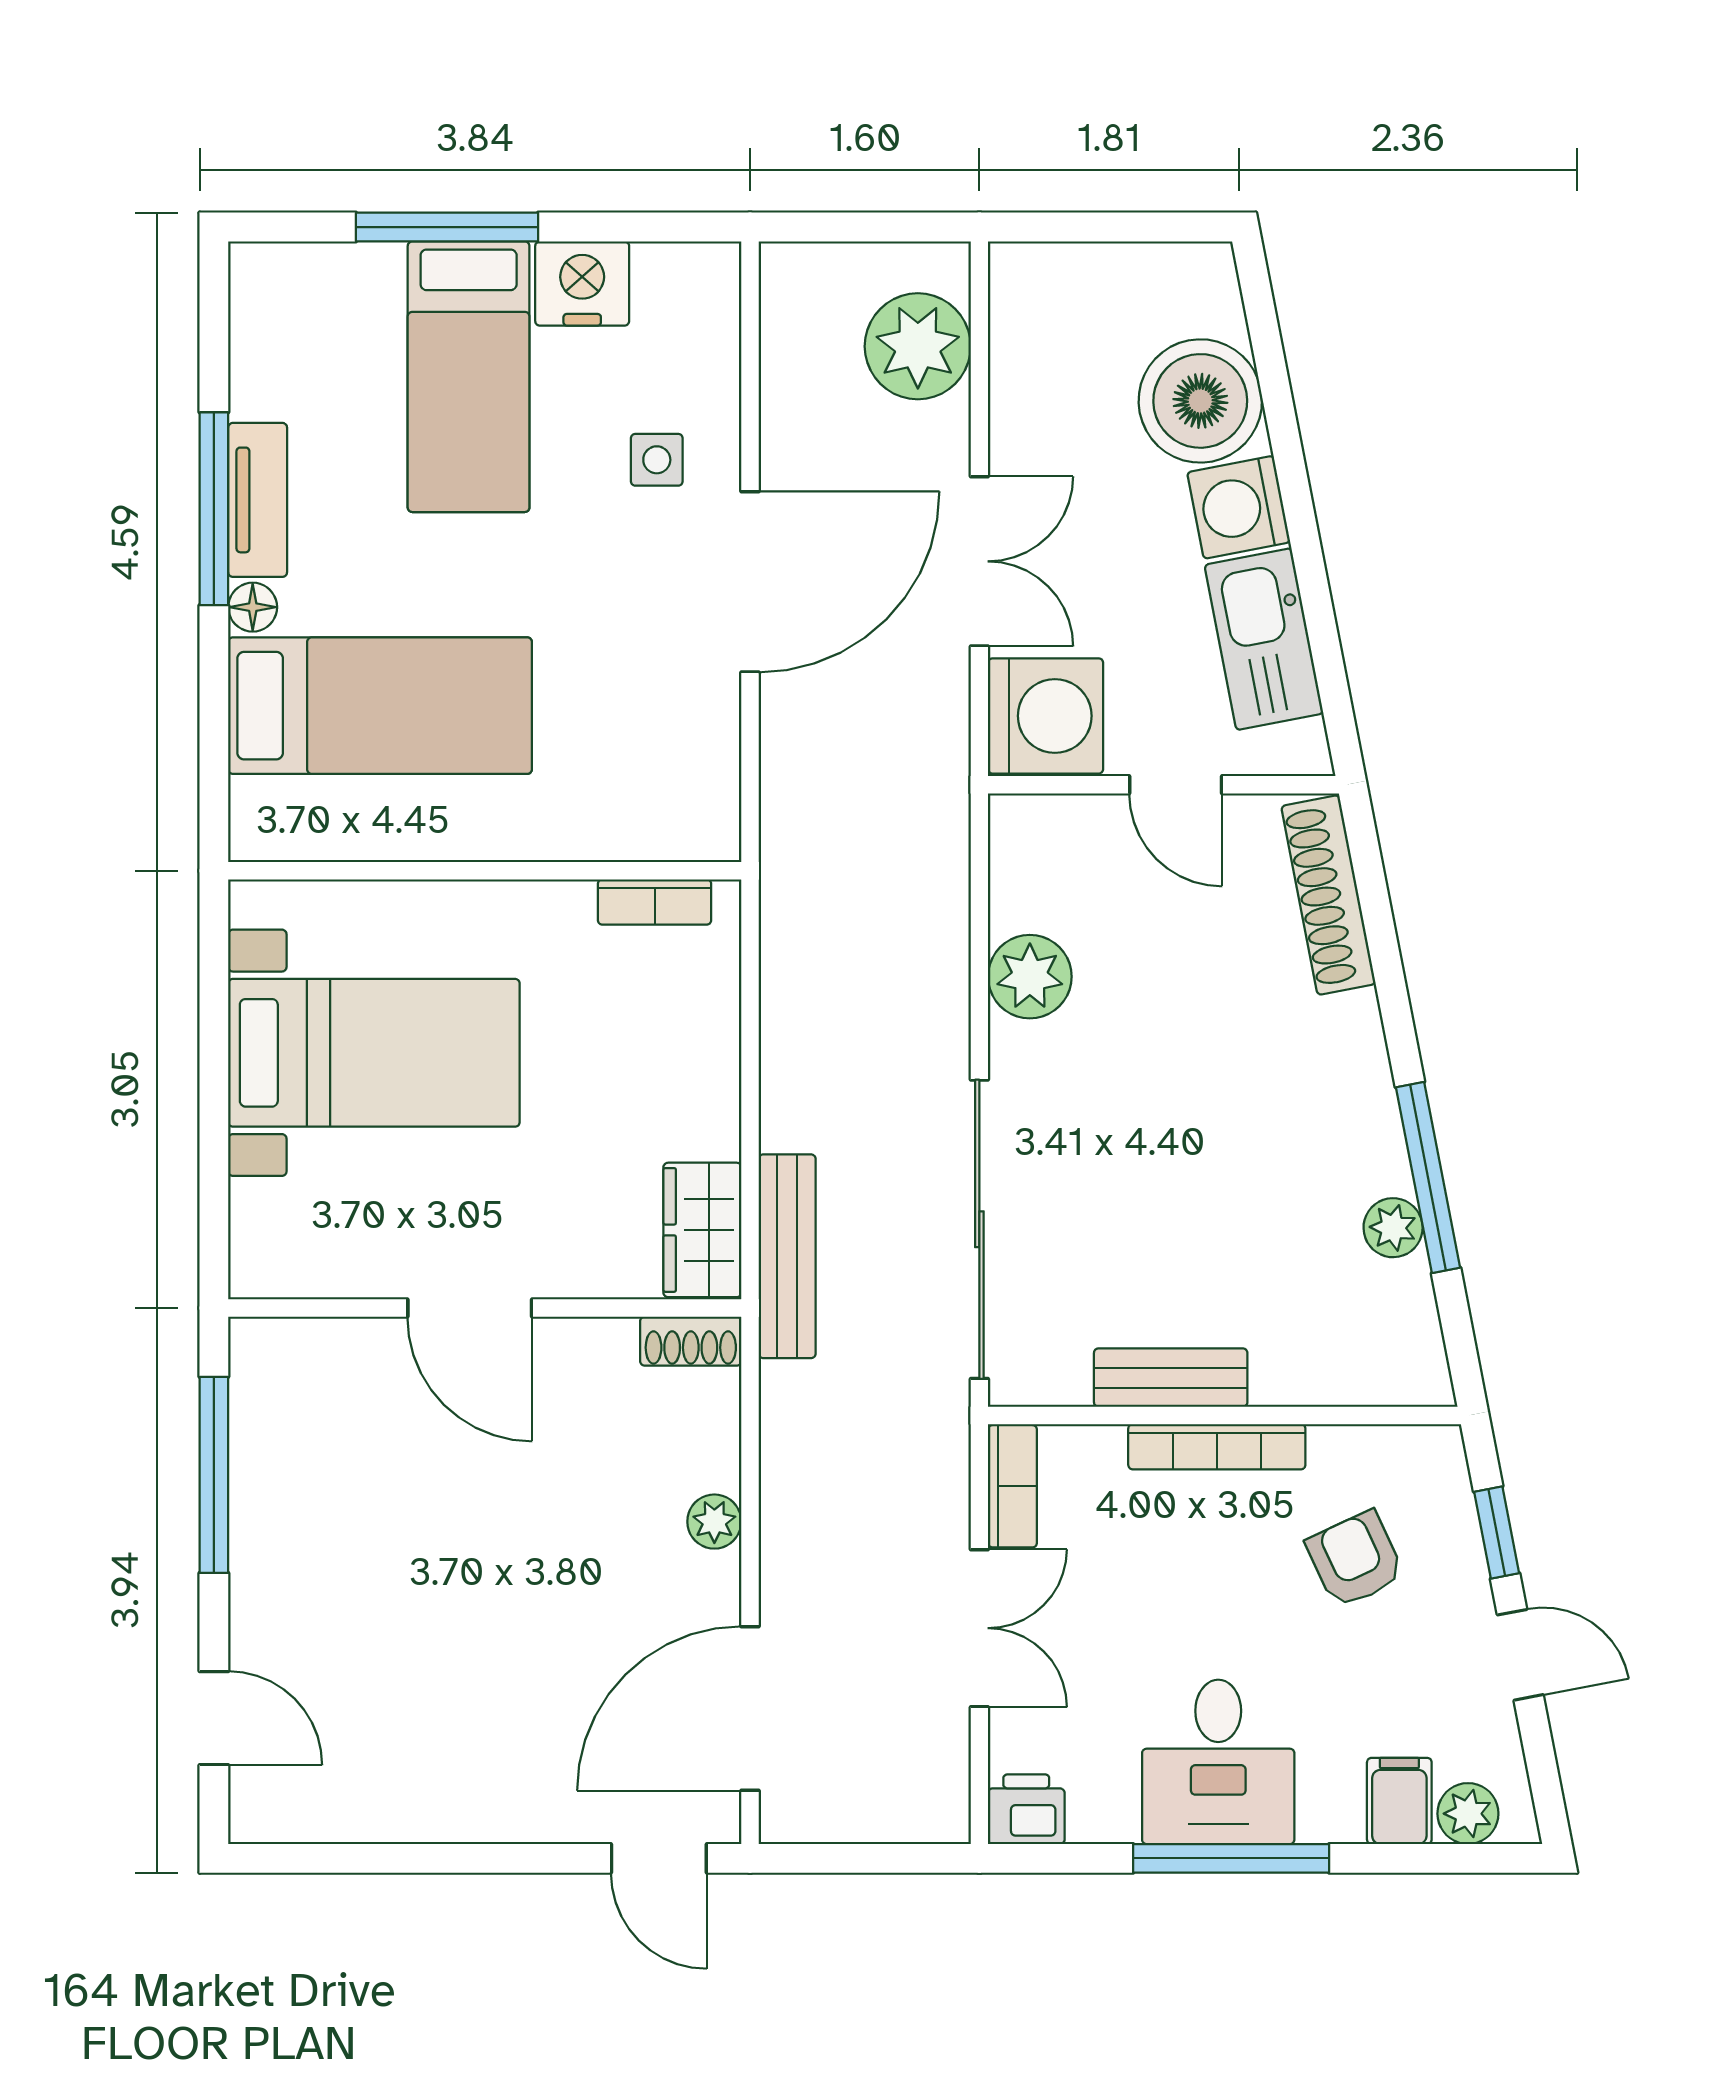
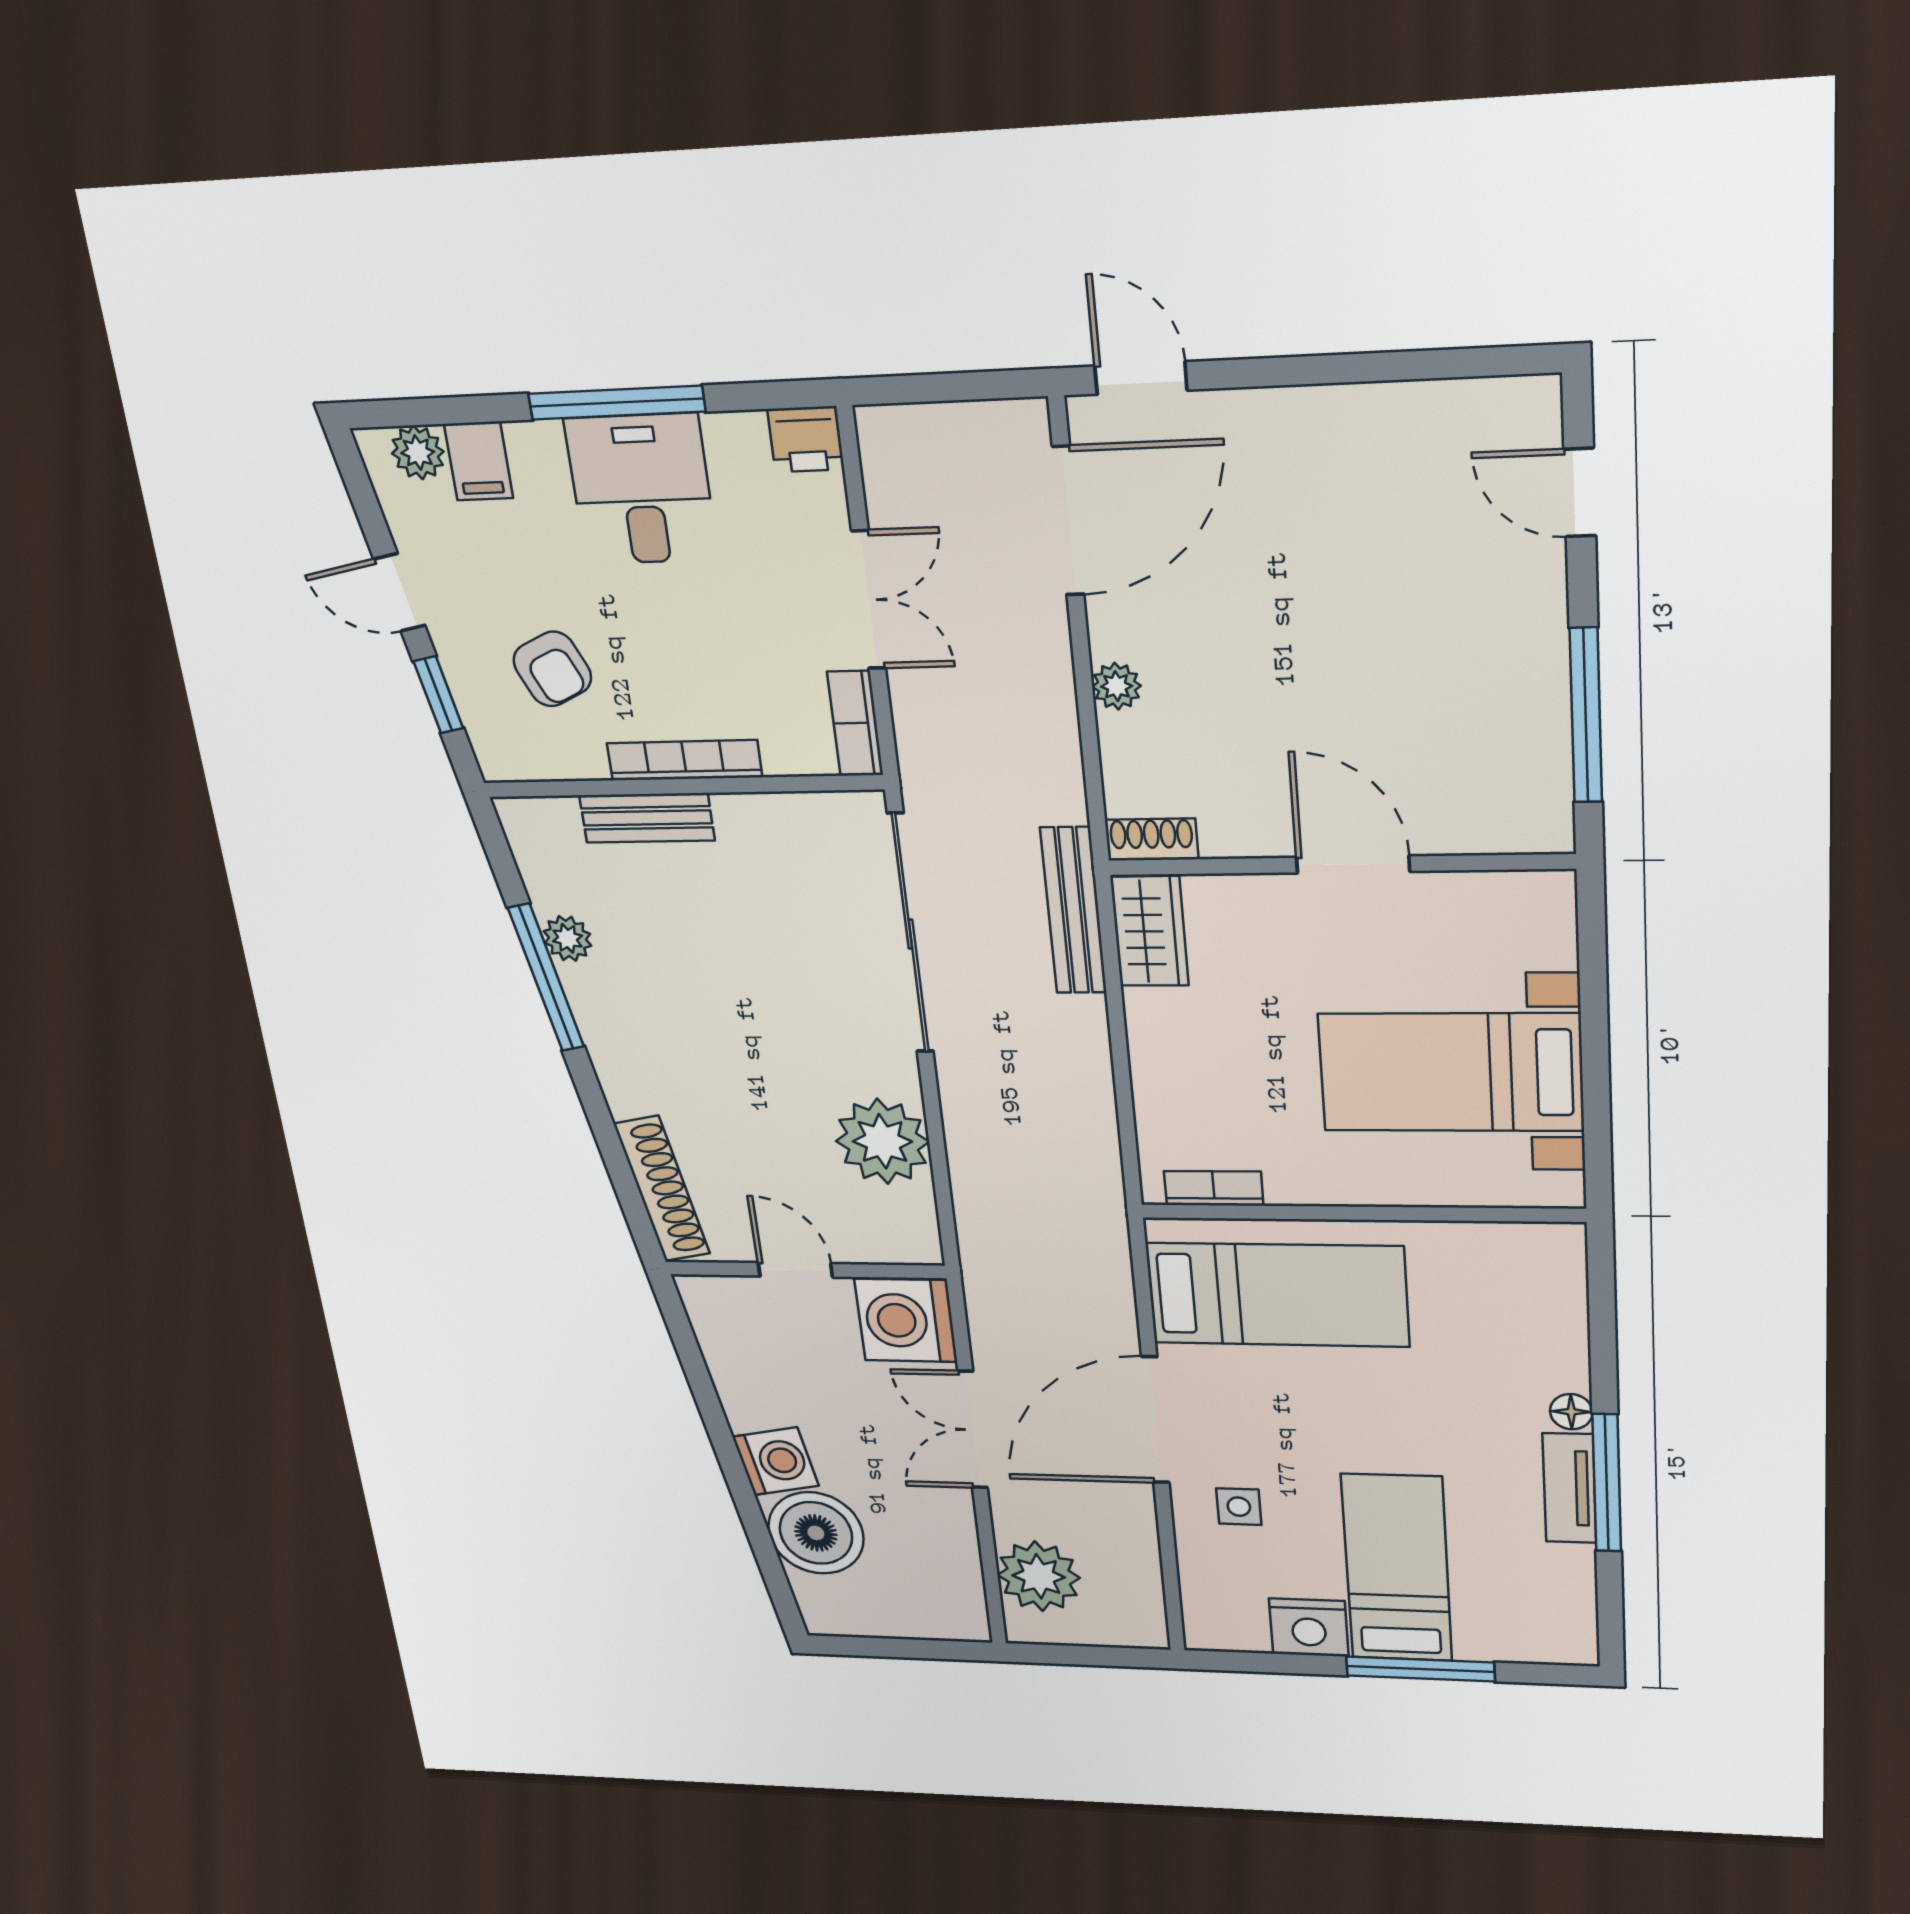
kitchen sink: (1264, 639) -> (742, 1371), removed
bed: (380, 706) -> (1277, 1295), moved, turned 180
plant: (1030, 977) -> (882, 1141), width x1.36, depth x1.36
bench: (1171, 1378) -> (647, 818), moved
double door: (979, 1628) -> (869, 600), swing flipped

